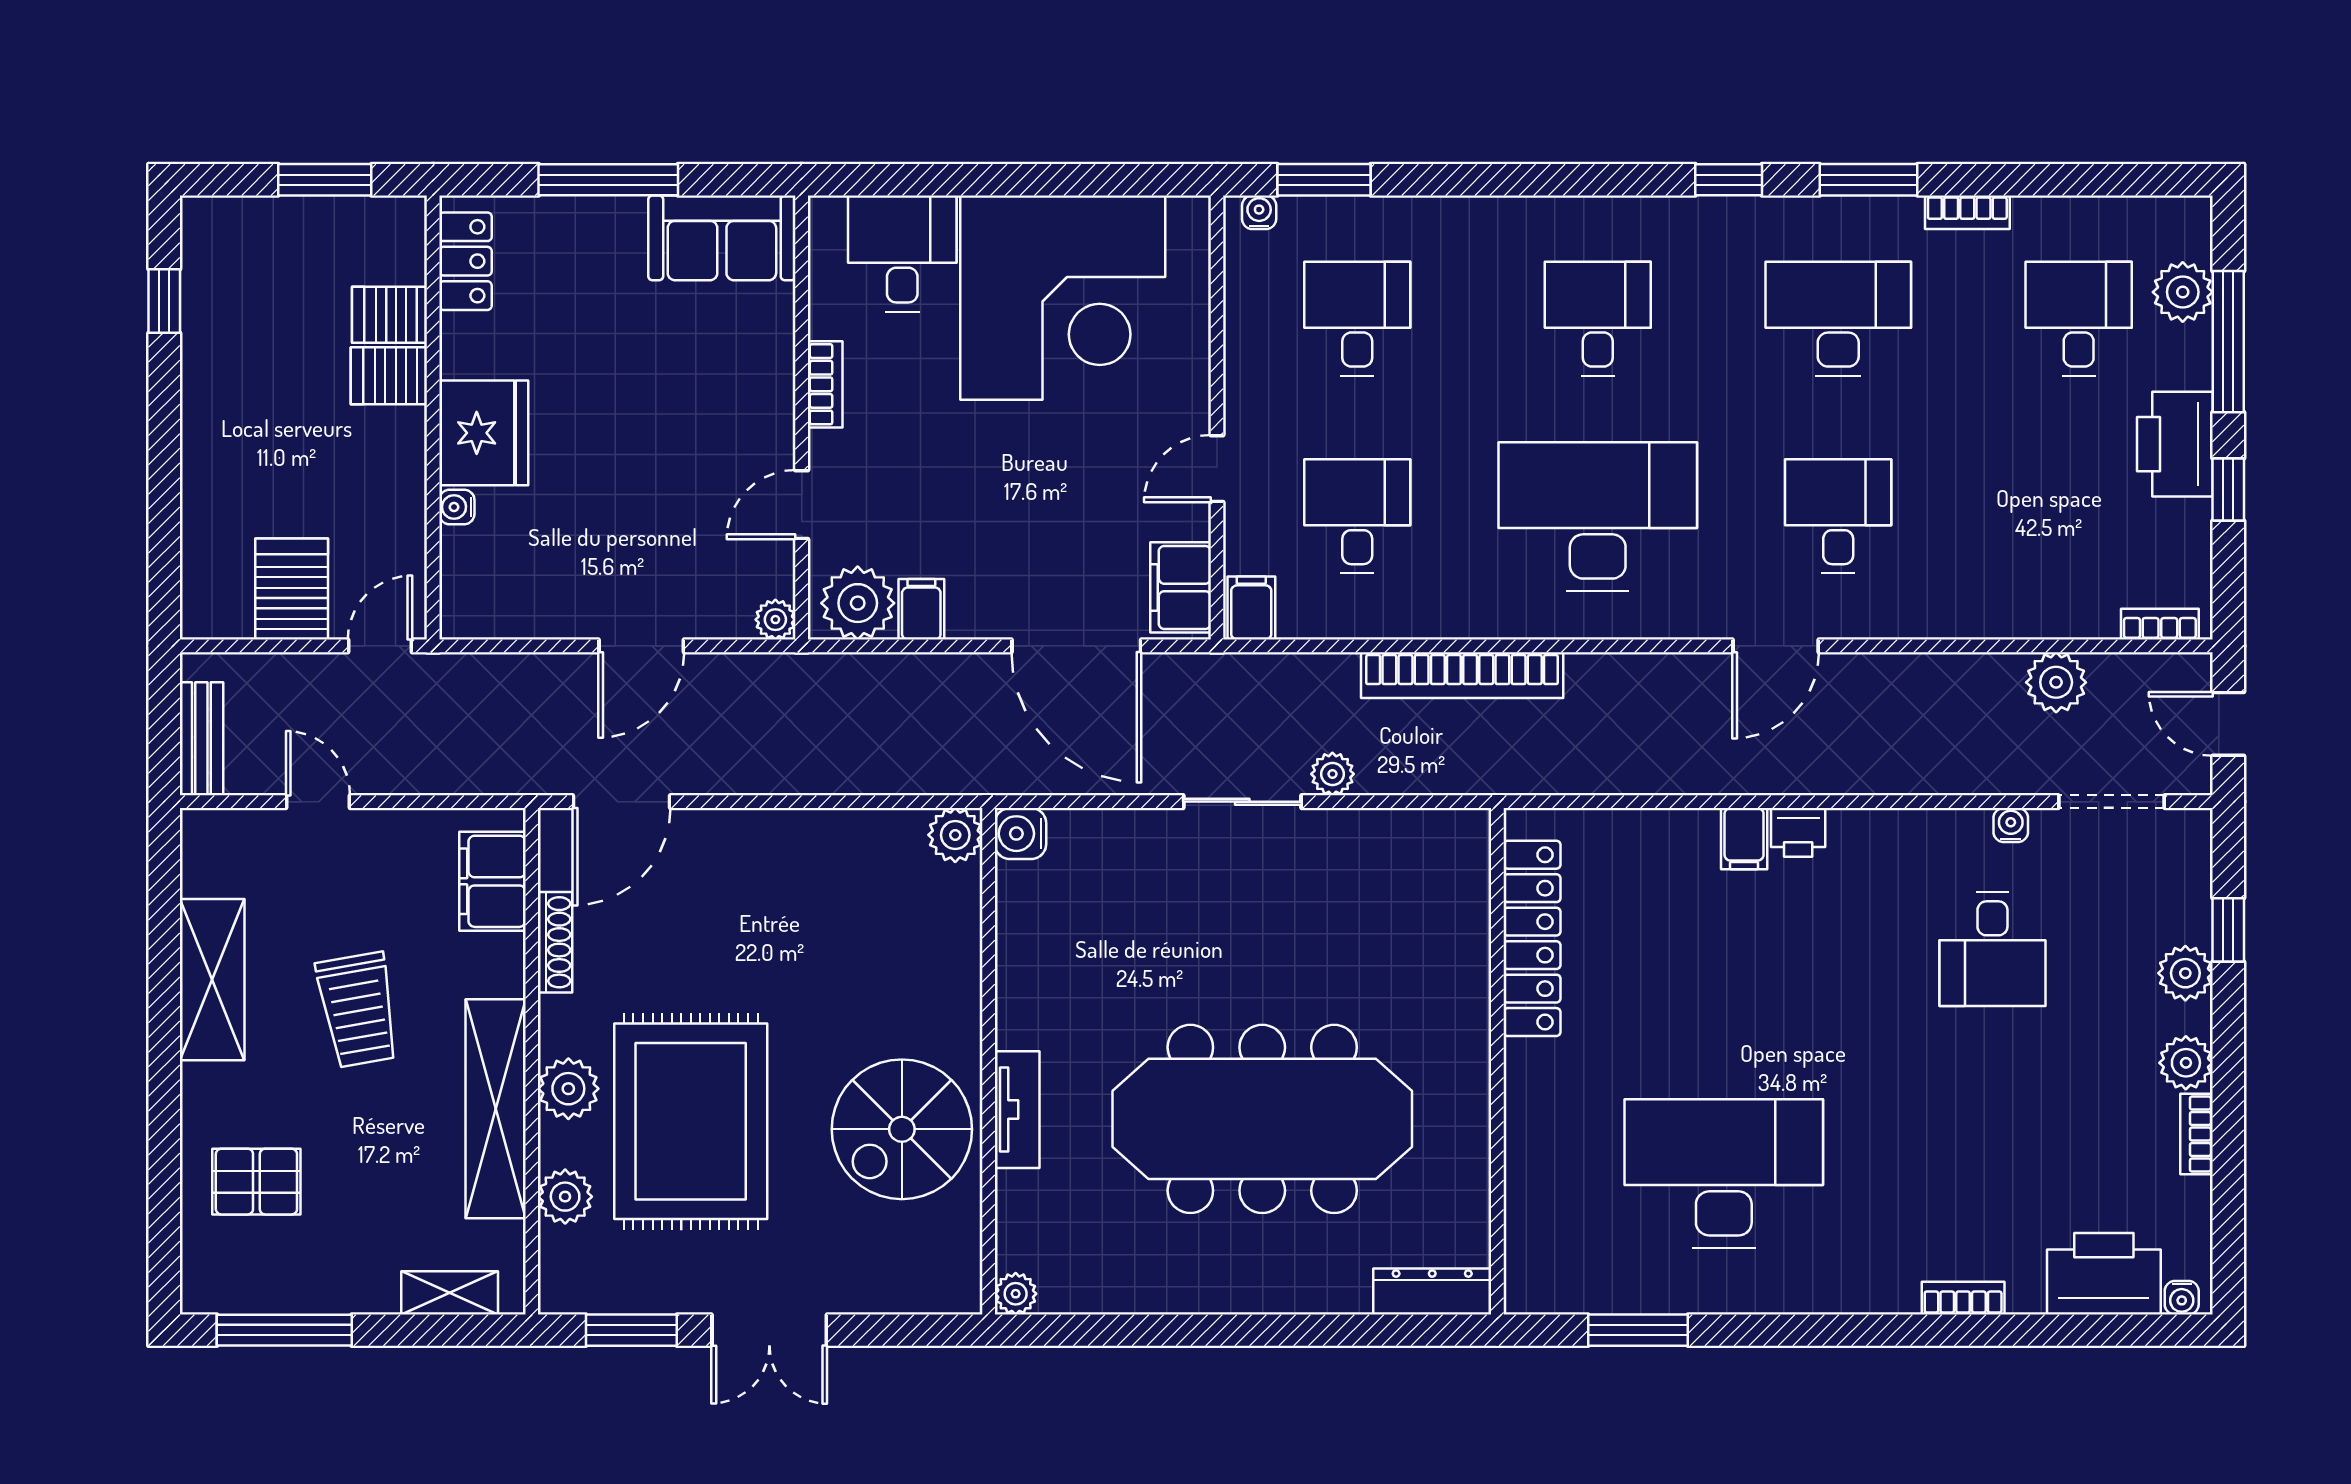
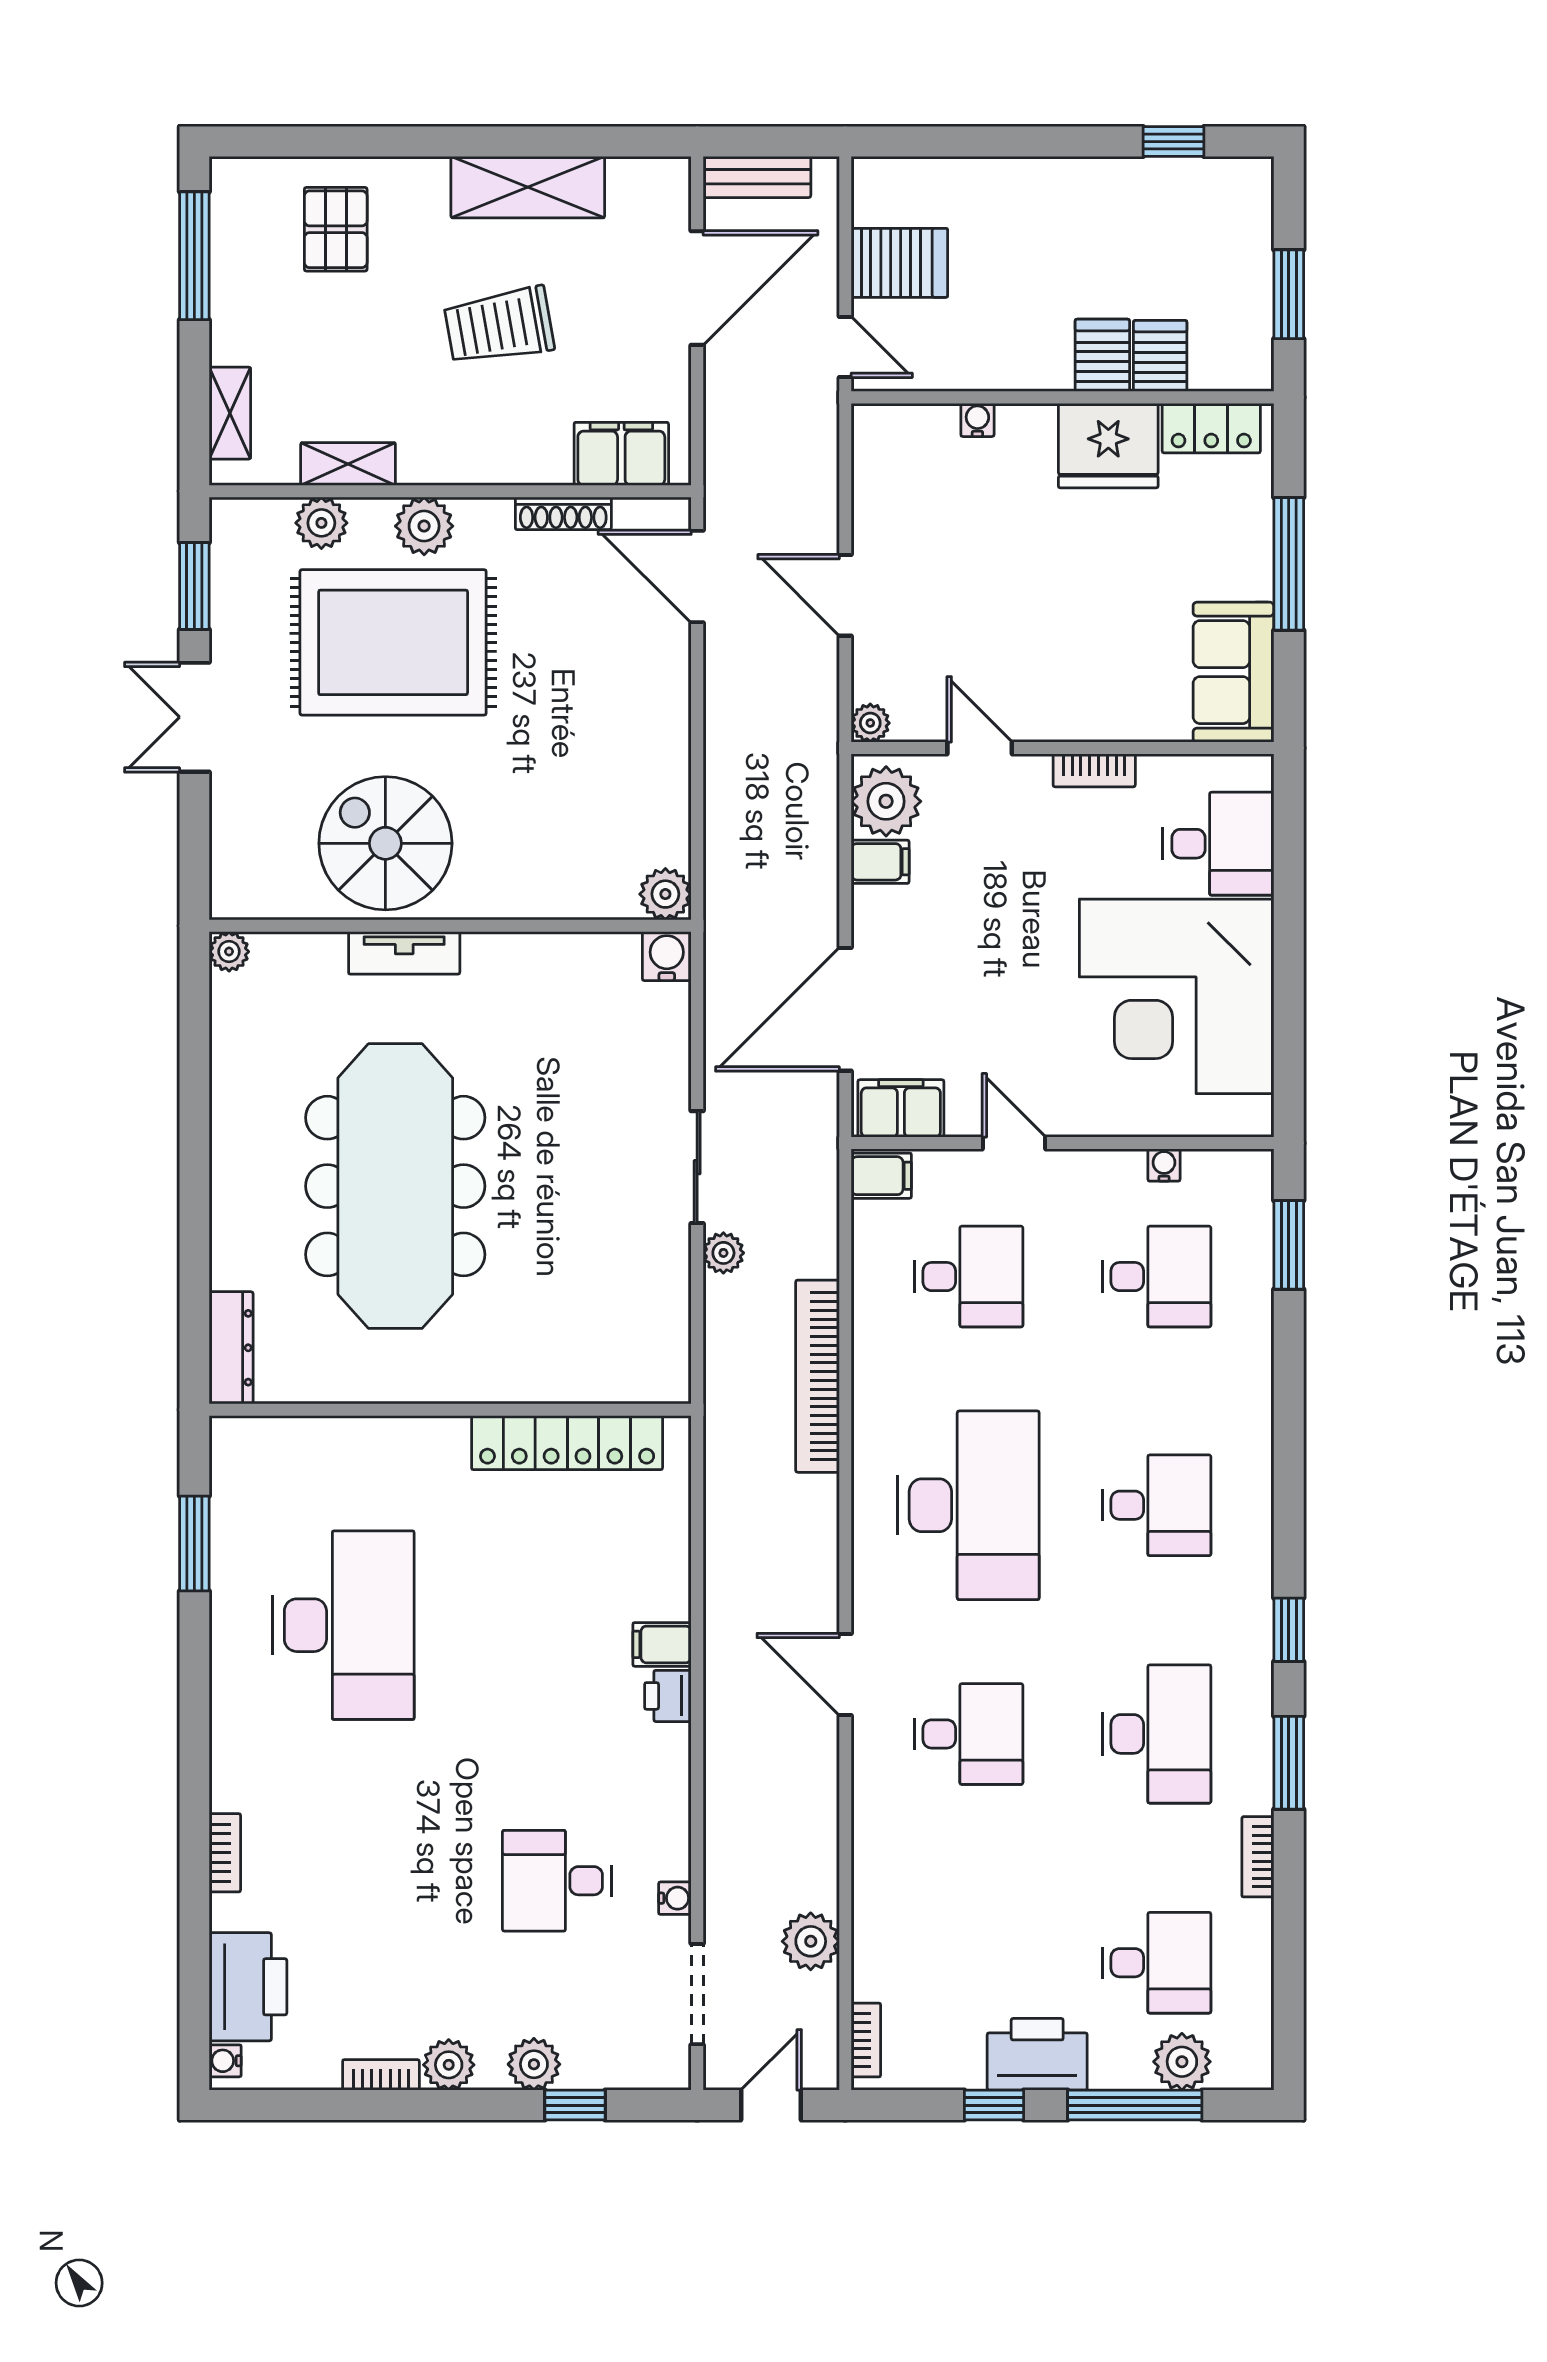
water cooler: (1259, 212) -> (1164, 1165), moved, turned -90
fridge: (484, 433) -> (1108, 446), moved
door: (318, 802) -> (697, 288), width x1.87
shelving: (496, 1109) -> (348, 464), width x0.45, depth x0.75

